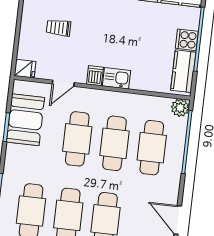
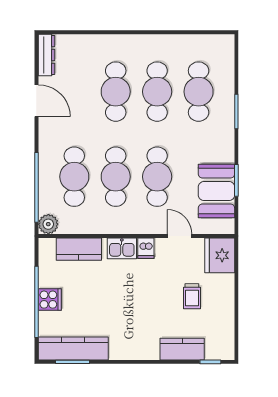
trolley: (59, 28) -> (192, 296), turned 90
fridge: (25, 69) -> (220, 255), width x1.88, depth x1.34
kitchen counter: (183, 71) -> (79, 249), moved, turned 90
door: (63, 83) -> (180, 236), hinge flipped

